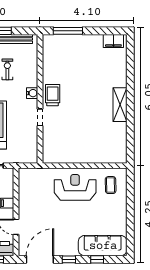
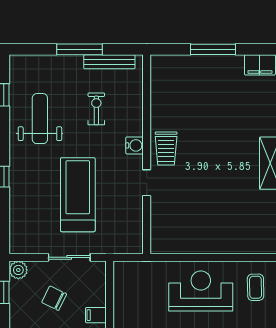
window: (68, 31) -> (213, 49), moved
trolley: (53, 95) -> (166, 148), turned 180

